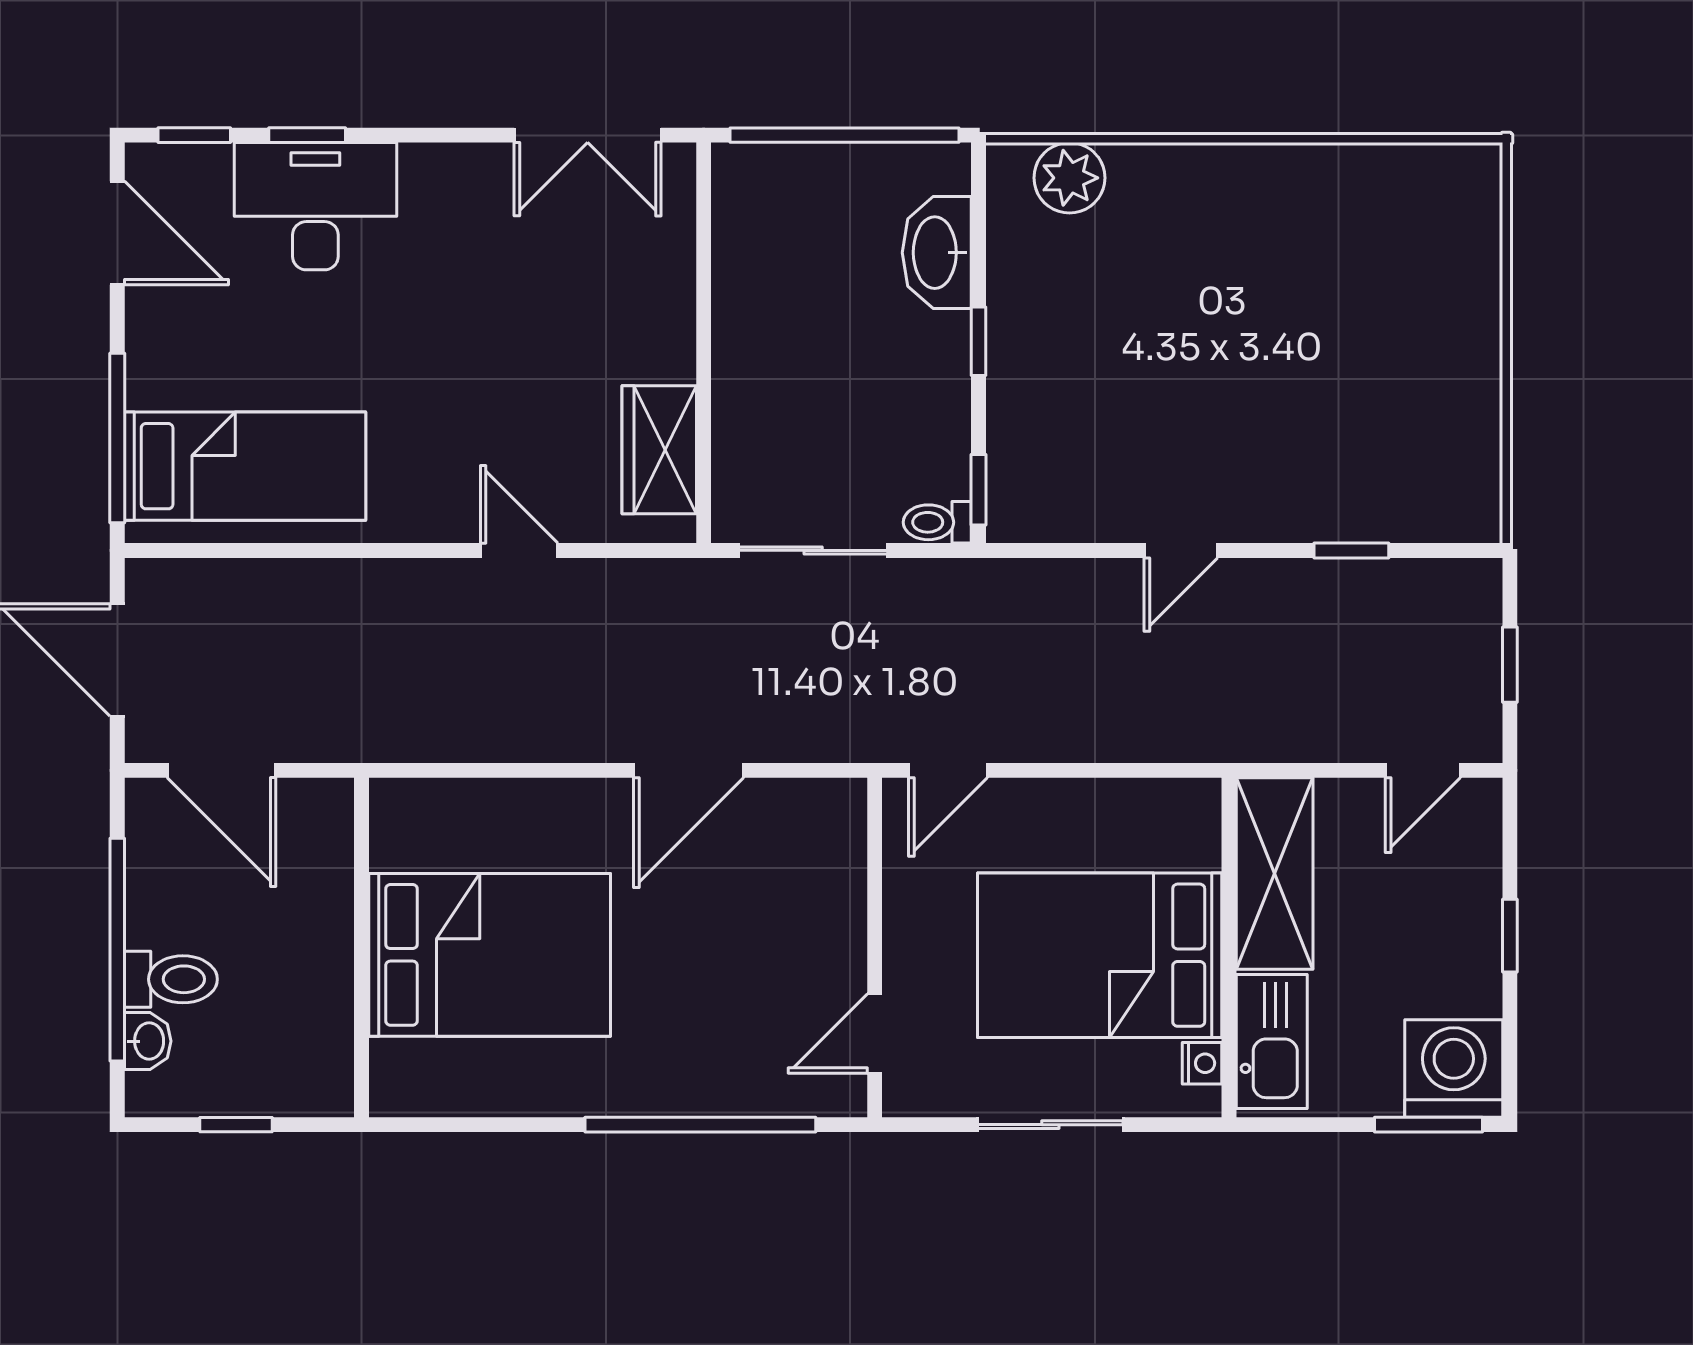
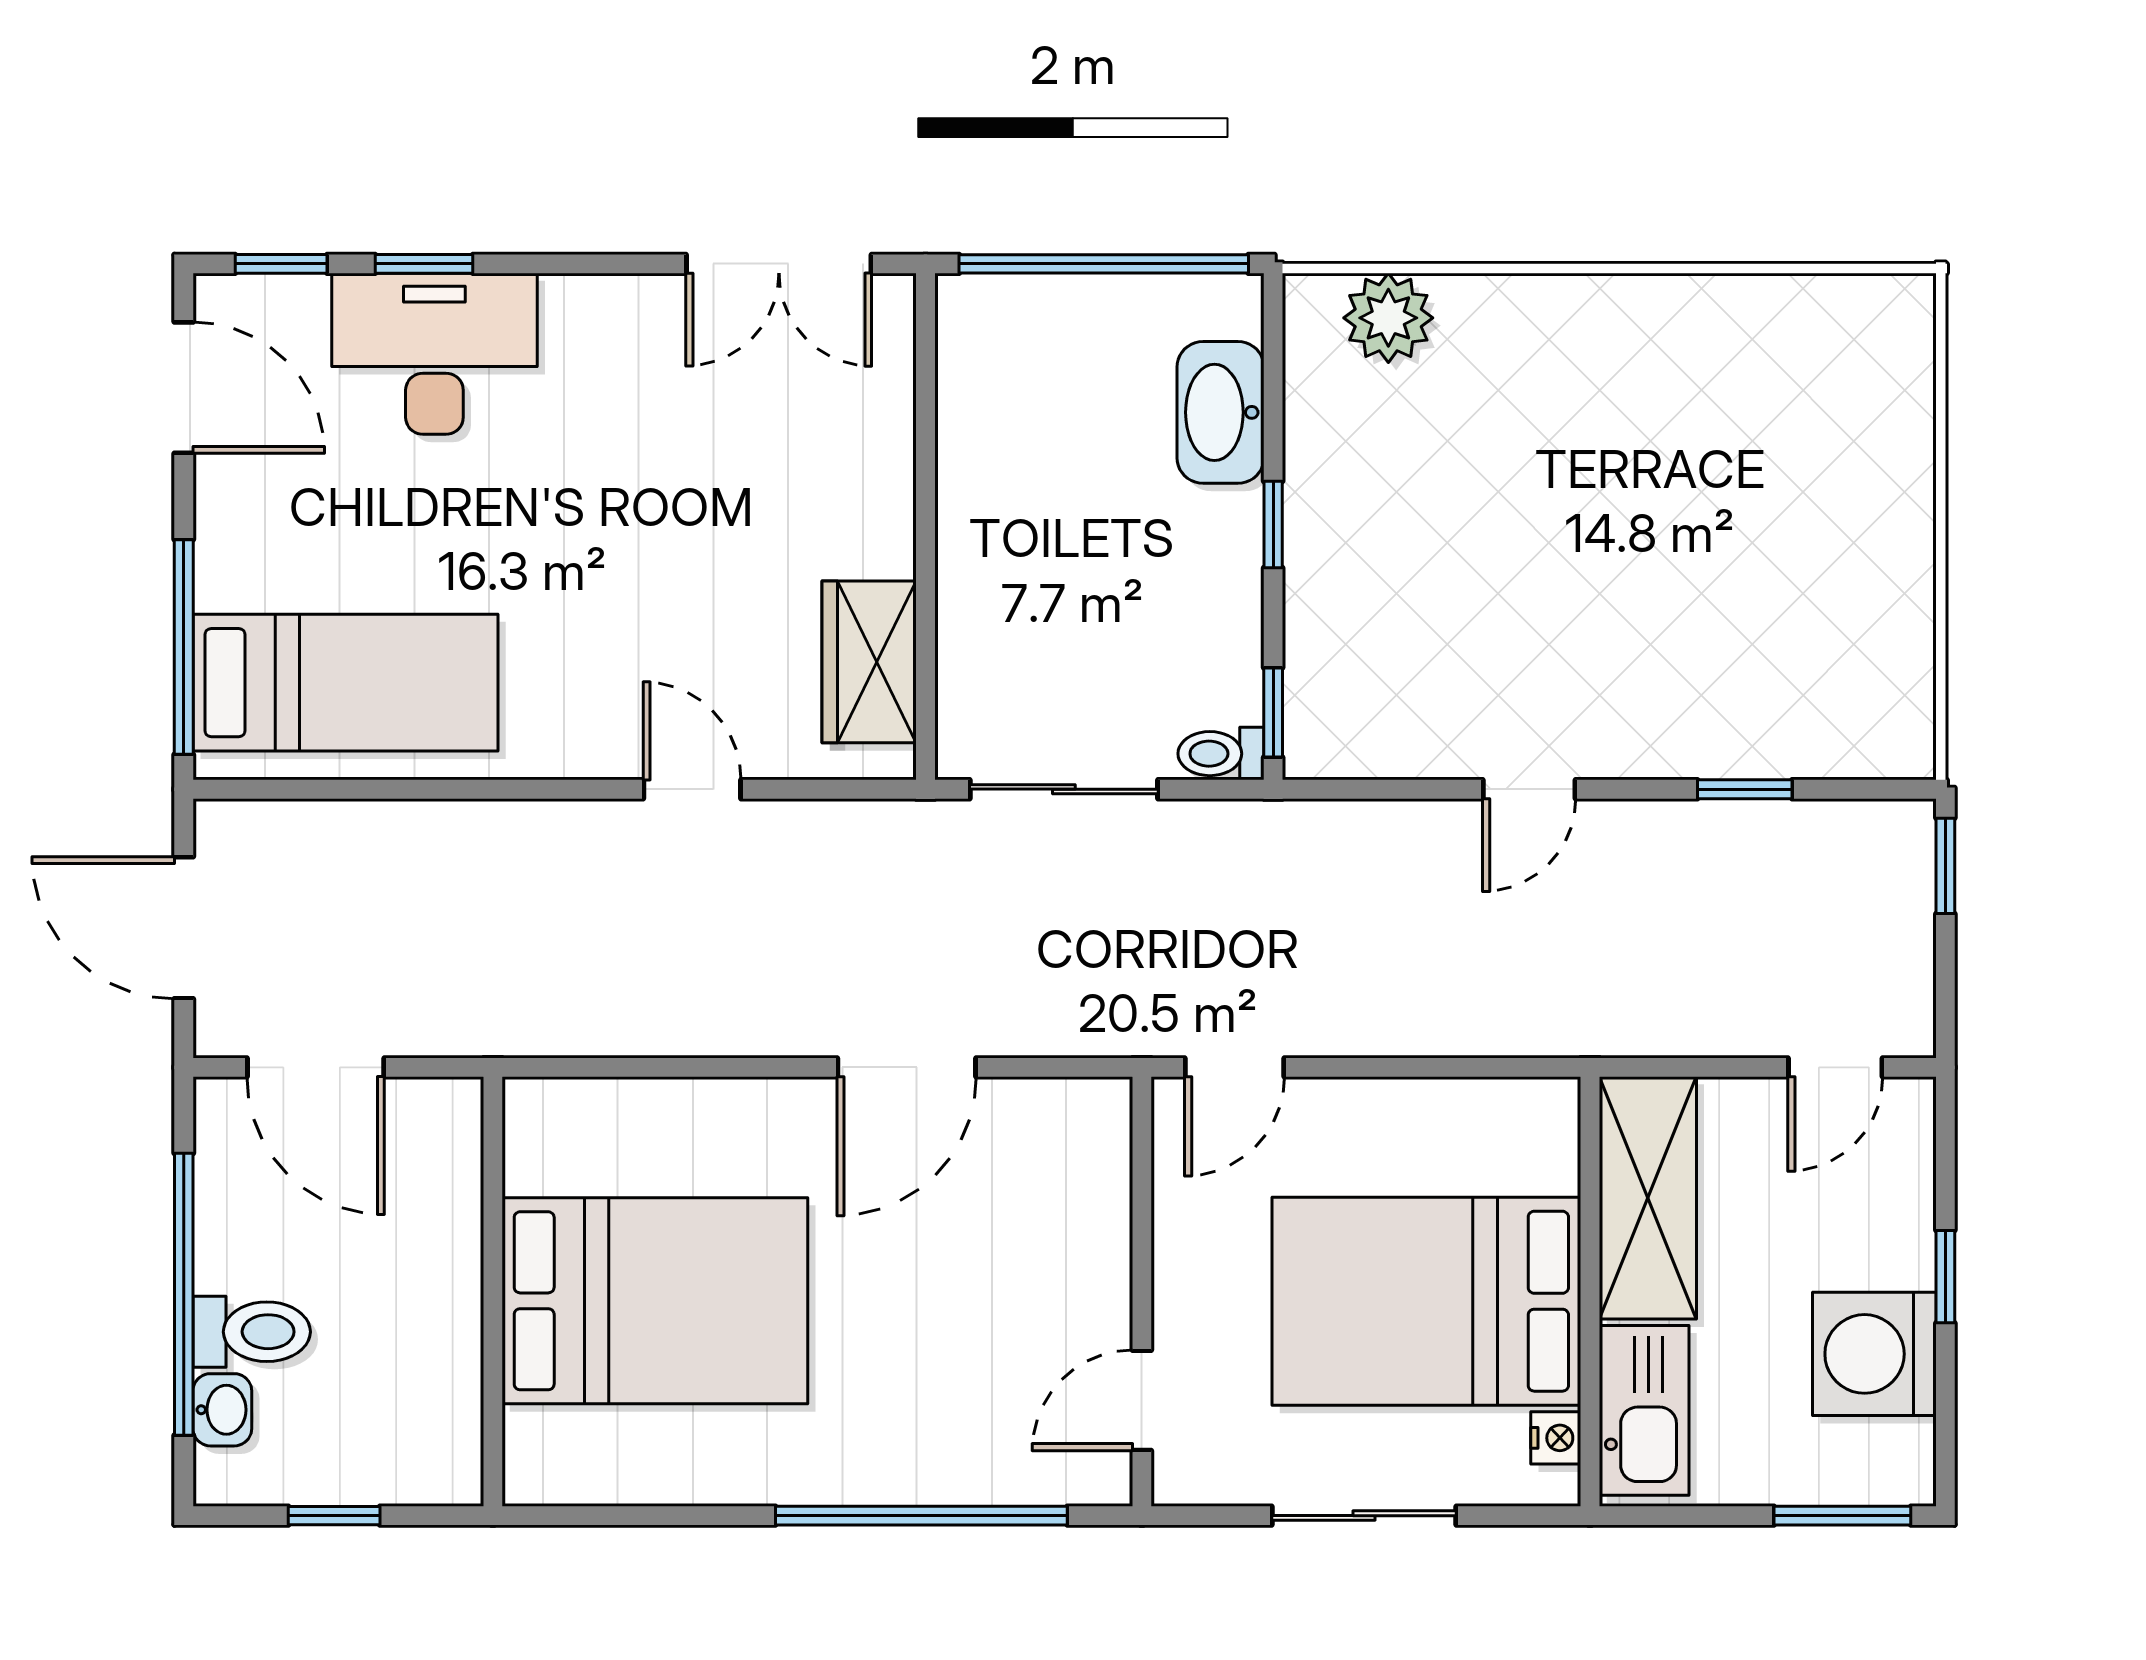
window: (1510, 665) -> (1945, 866), moved
washing machine: (1454, 1068) -> (1874, 1354), moved, turned -90

